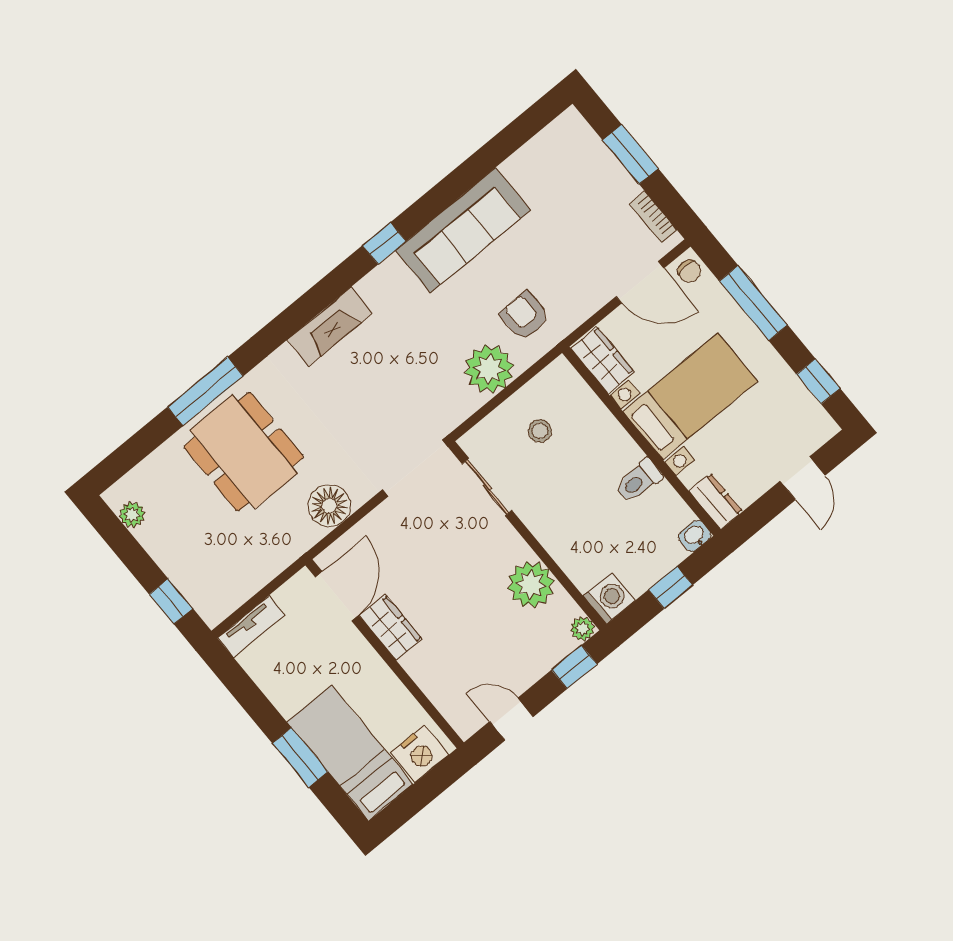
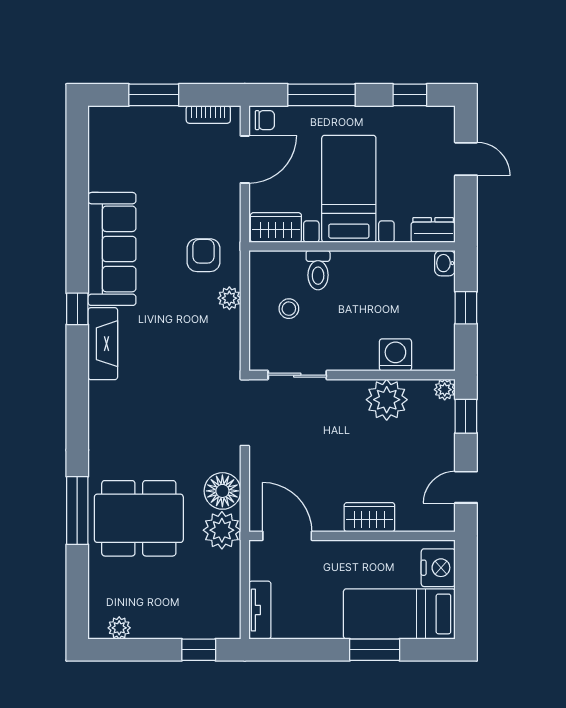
armchair: (525, 316) -> (204, 255), turned 91
fireplace: (330, 326) -> (103, 344), moved
plant: (489, 369) -> (229, 298), width x0.53, depth x0.53
toilet: (639, 481) -> (318, 270), moved
plant: (294, 534) -> (222, 530), added
washing machine: (609, 598) -> (395, 355), moved
wardrobe: (391, 628) -> (369, 517), moved

